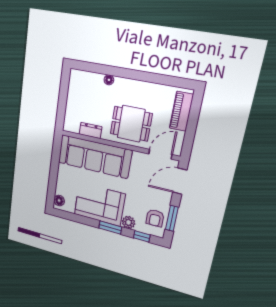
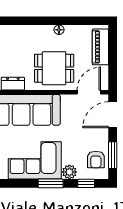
floor lamp: (109, 80) -> (59, 30), moved

